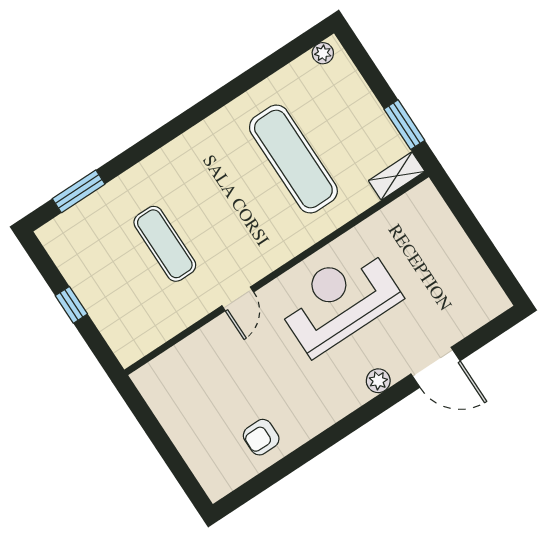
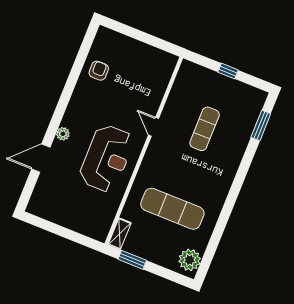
plant: (323, 53) -> (190, 260), width x1.88, depth x1.88
exercise mat: (165, 244) -> (205, 129), turned 90

